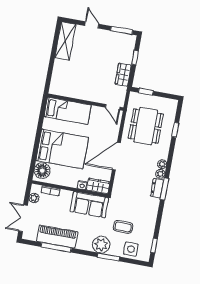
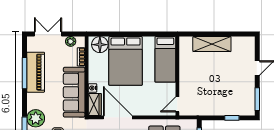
shelving: (65, 41) -> (212, 44), moved
wardrobe: (123, 75) -> (212, 109), removed
door: (116, 156) -> (118, 117), moved
sofa: (89, 205) -> (74, 92), width x1.36

